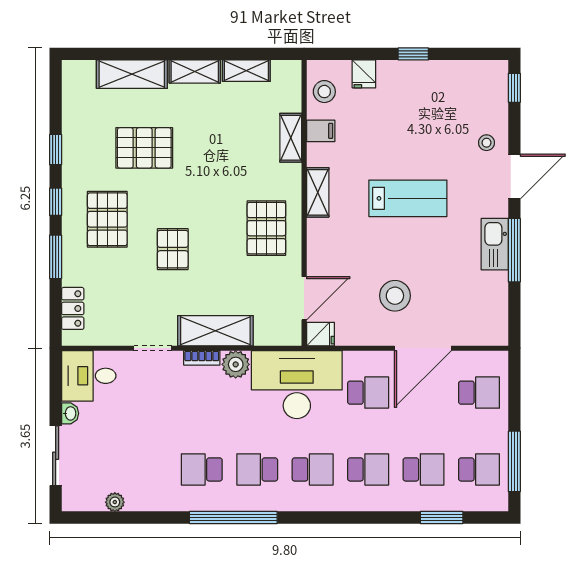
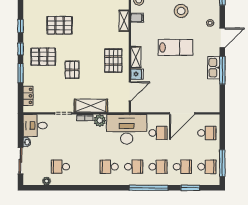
shelving: (318, 192) -> (136, 57), moved
pallet: (107, 219) -> (43, 57), turned 90
stool: (395, 296) -> (181, 11), moved
fridge: (320, 334) -> (137, 74), moved
school desk: (202, 469) -> (60, 167), moved
window: (233, 517) -> (149, 188), moved

